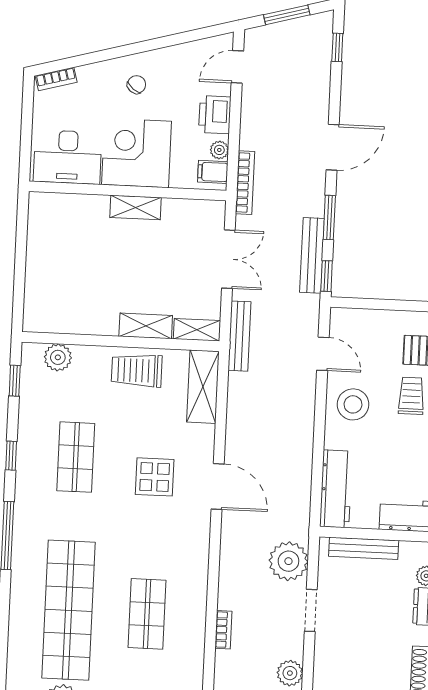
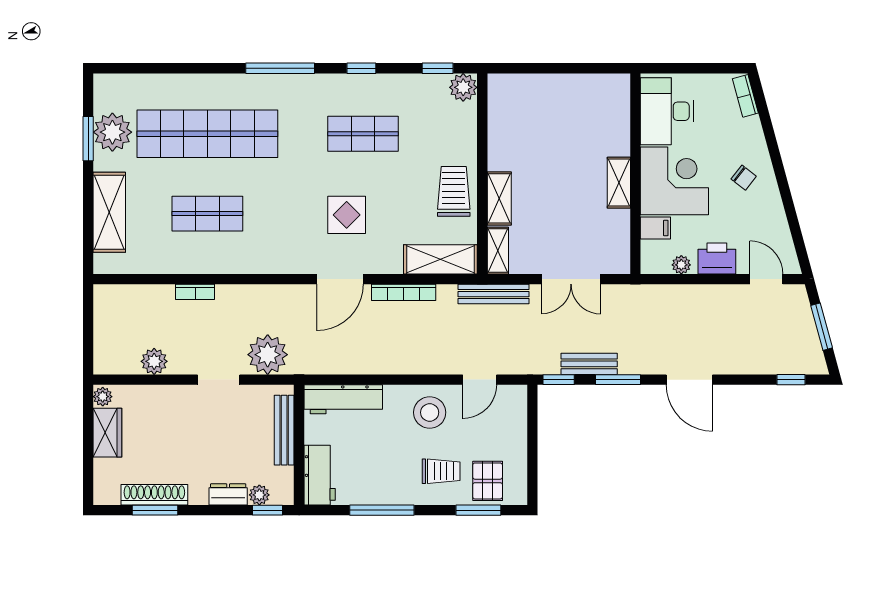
filing cabinet: (213, 172) -> (655, 228), moved, turned 90
bookcase: (245, 183) -> (404, 292), moved
bench: (312, 255) -> (589, 364), width x0.73
plant: (58, 357) -> (463, 87), moved

